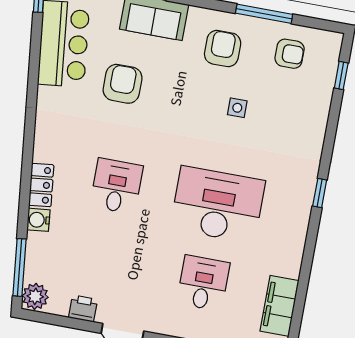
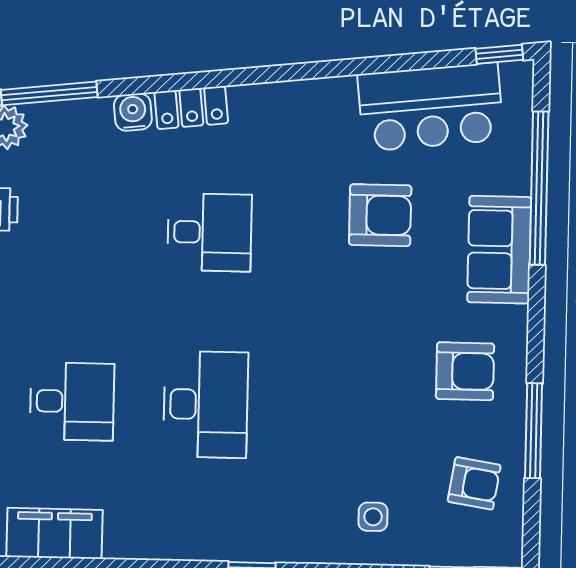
armchair: (290, 54) -> (474, 483), turned -81
side table: (237, 108) -> (373, 517), moved
desk: (218, 205) -> (206, 404), width x0.73, depth x0.77

